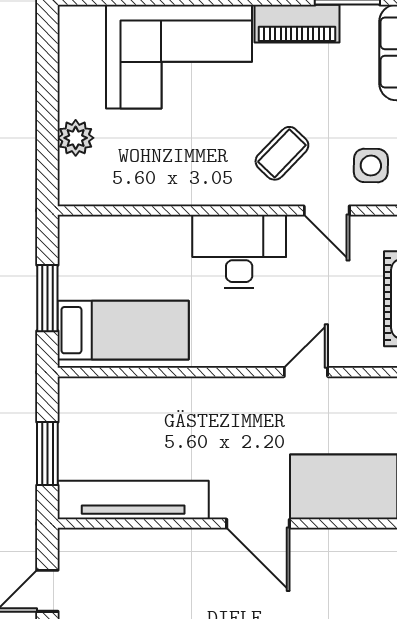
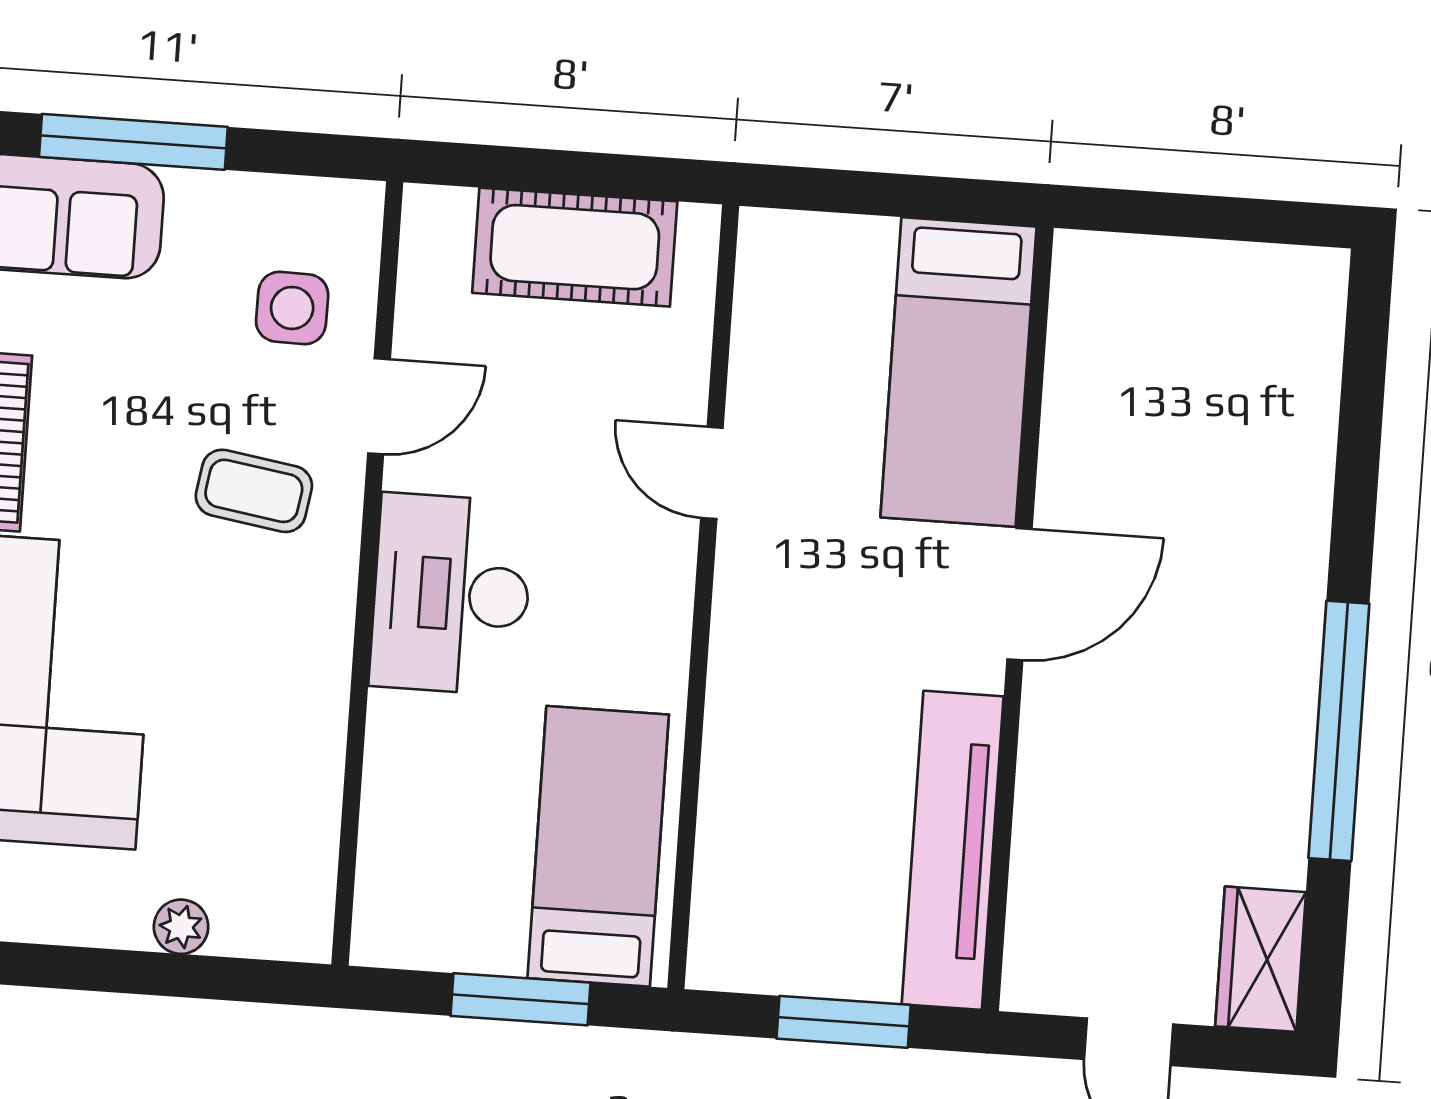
plant: (76, 138) -> (181, 927), width x0.73, depth x0.73
coffee table: (282, 153) -> (254, 491), turned -35

